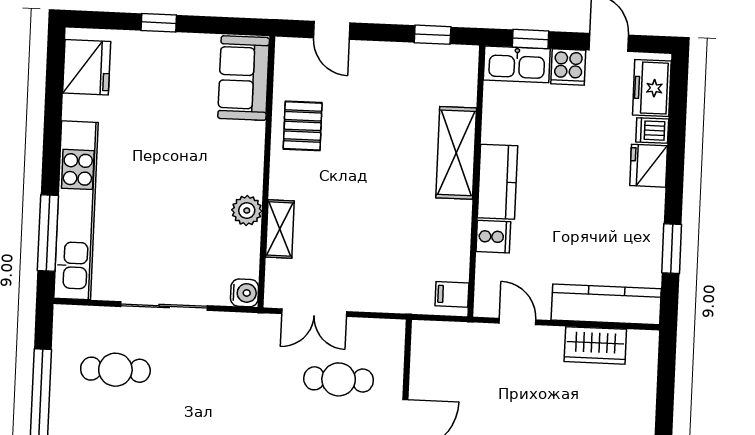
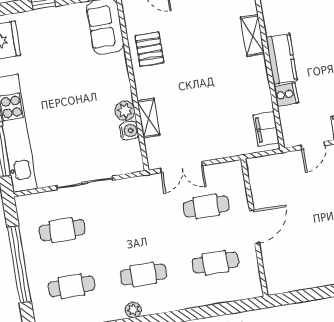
shelving: (456, 153) -> (253, 35), width x0.67, depth x0.75
water cooler: (245, 293) -> (129, 131), moved
filing cabinet: (452, 294) -> (266, 129), width x2.00
door: (517, 321) -> (313, 145), swing flipped

